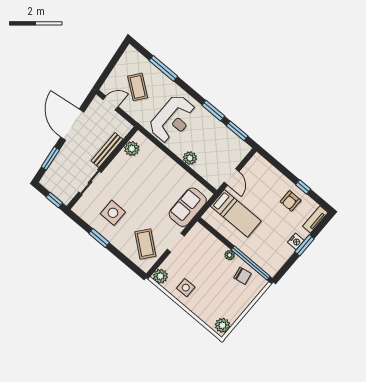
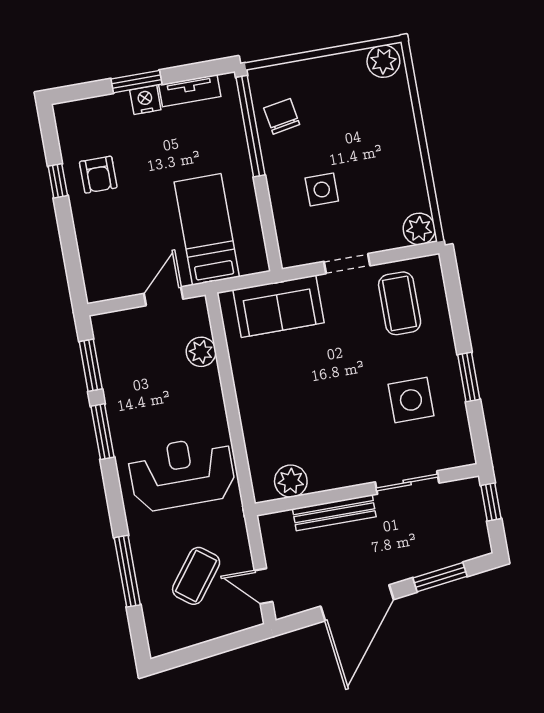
plant: (190, 158) -> (201, 352), moved
armchair: (291, 201) -> (98, 175), turned 90
tv unit: (315, 219) -> (190, 91), moved
coffee table: (145, 244) -> (400, 303), turned -39
plant: (230, 255) -> (275, 168), removed
side table: (186, 288) -> (322, 190), moved

